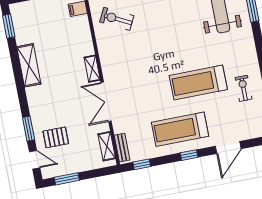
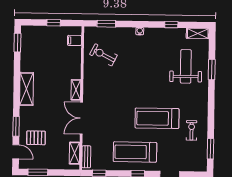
shelving: (29, 65) -> (27, 89), moved

